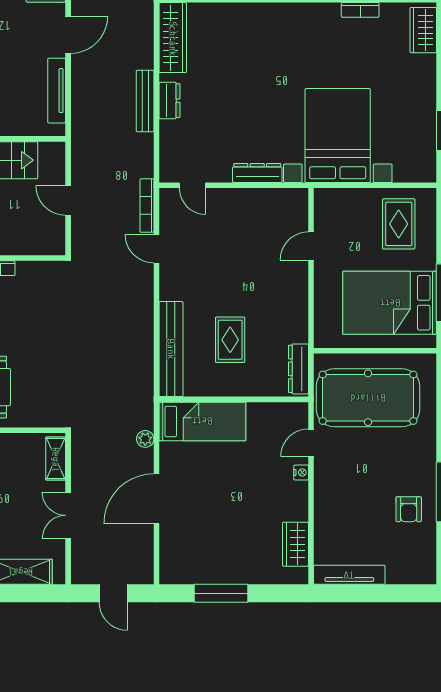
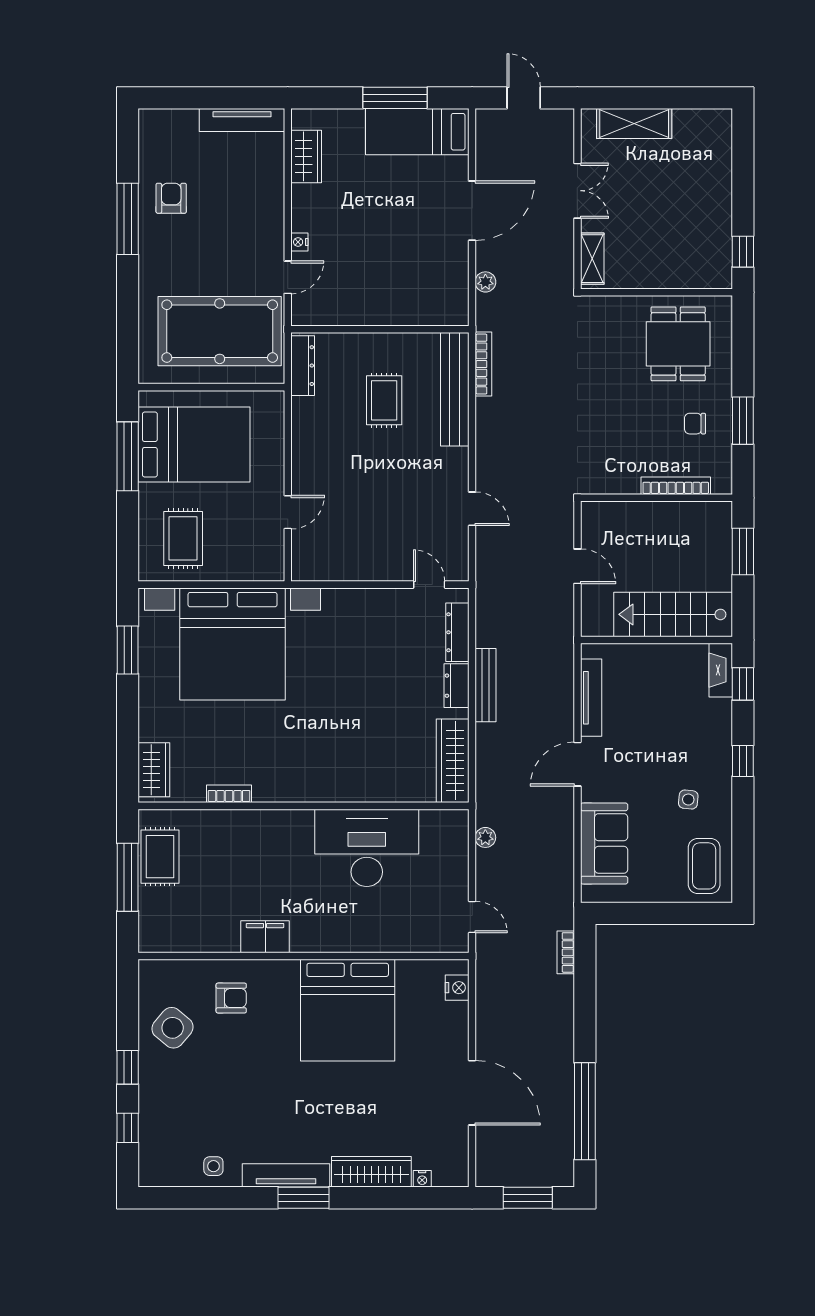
bed with nightstands: (338, 136) -> (233, 644), width x1.36
dresser: (257, 173) -> (457, 632), moved, turned 90
bookcase: (147, 206) -> (483, 364), moved
bed: (202, 421) -> (417, 132), moved

